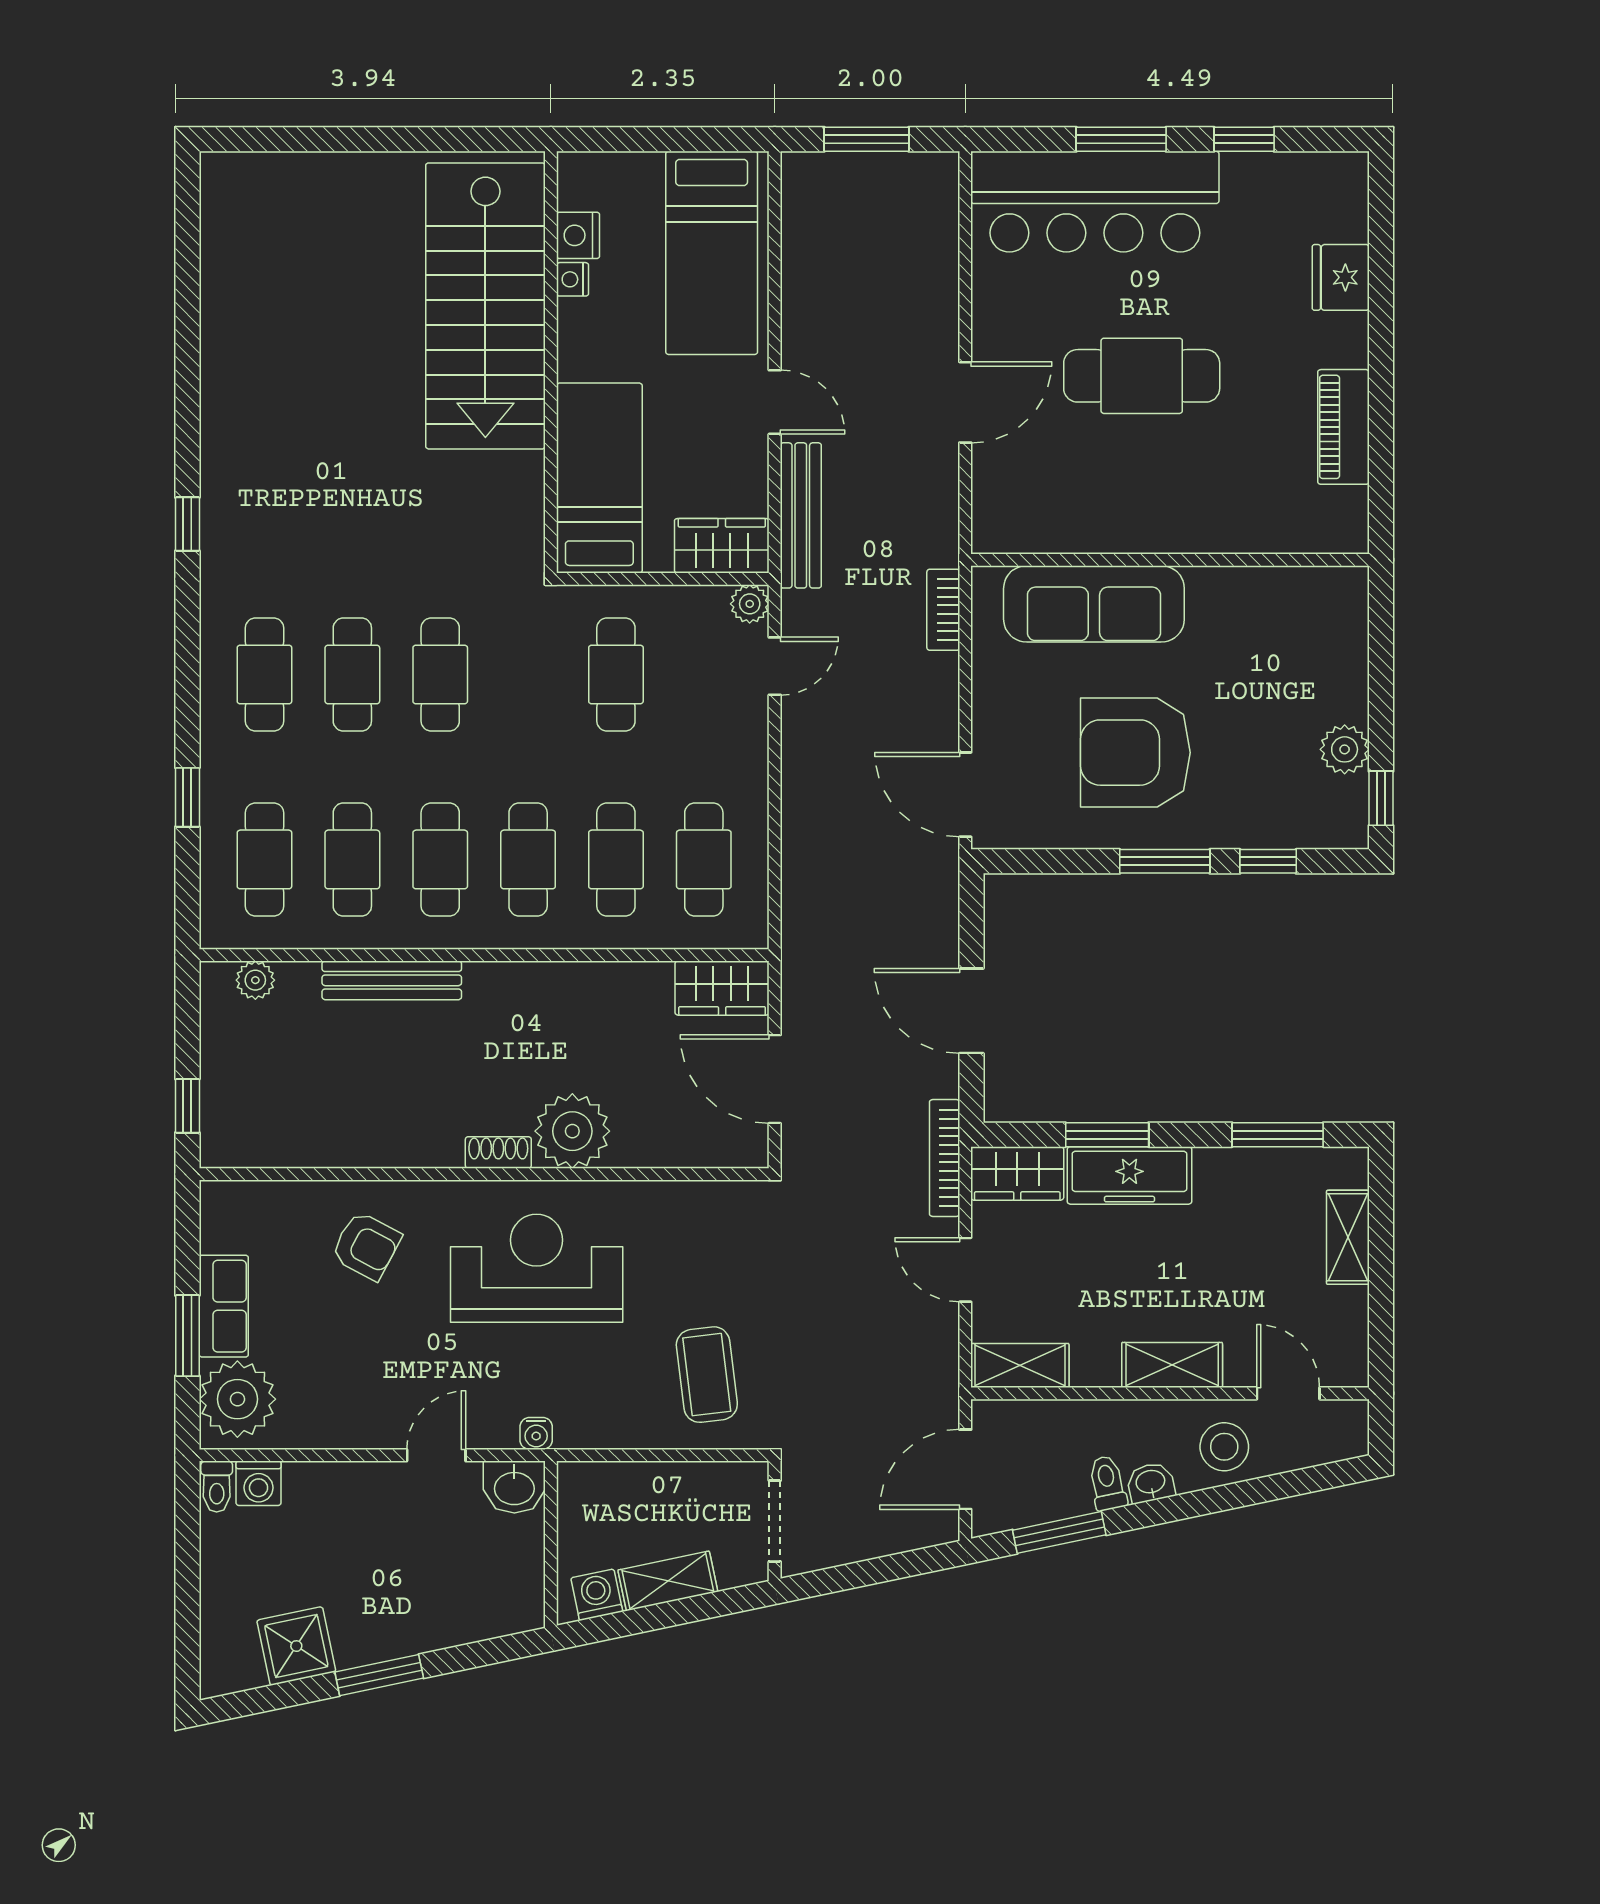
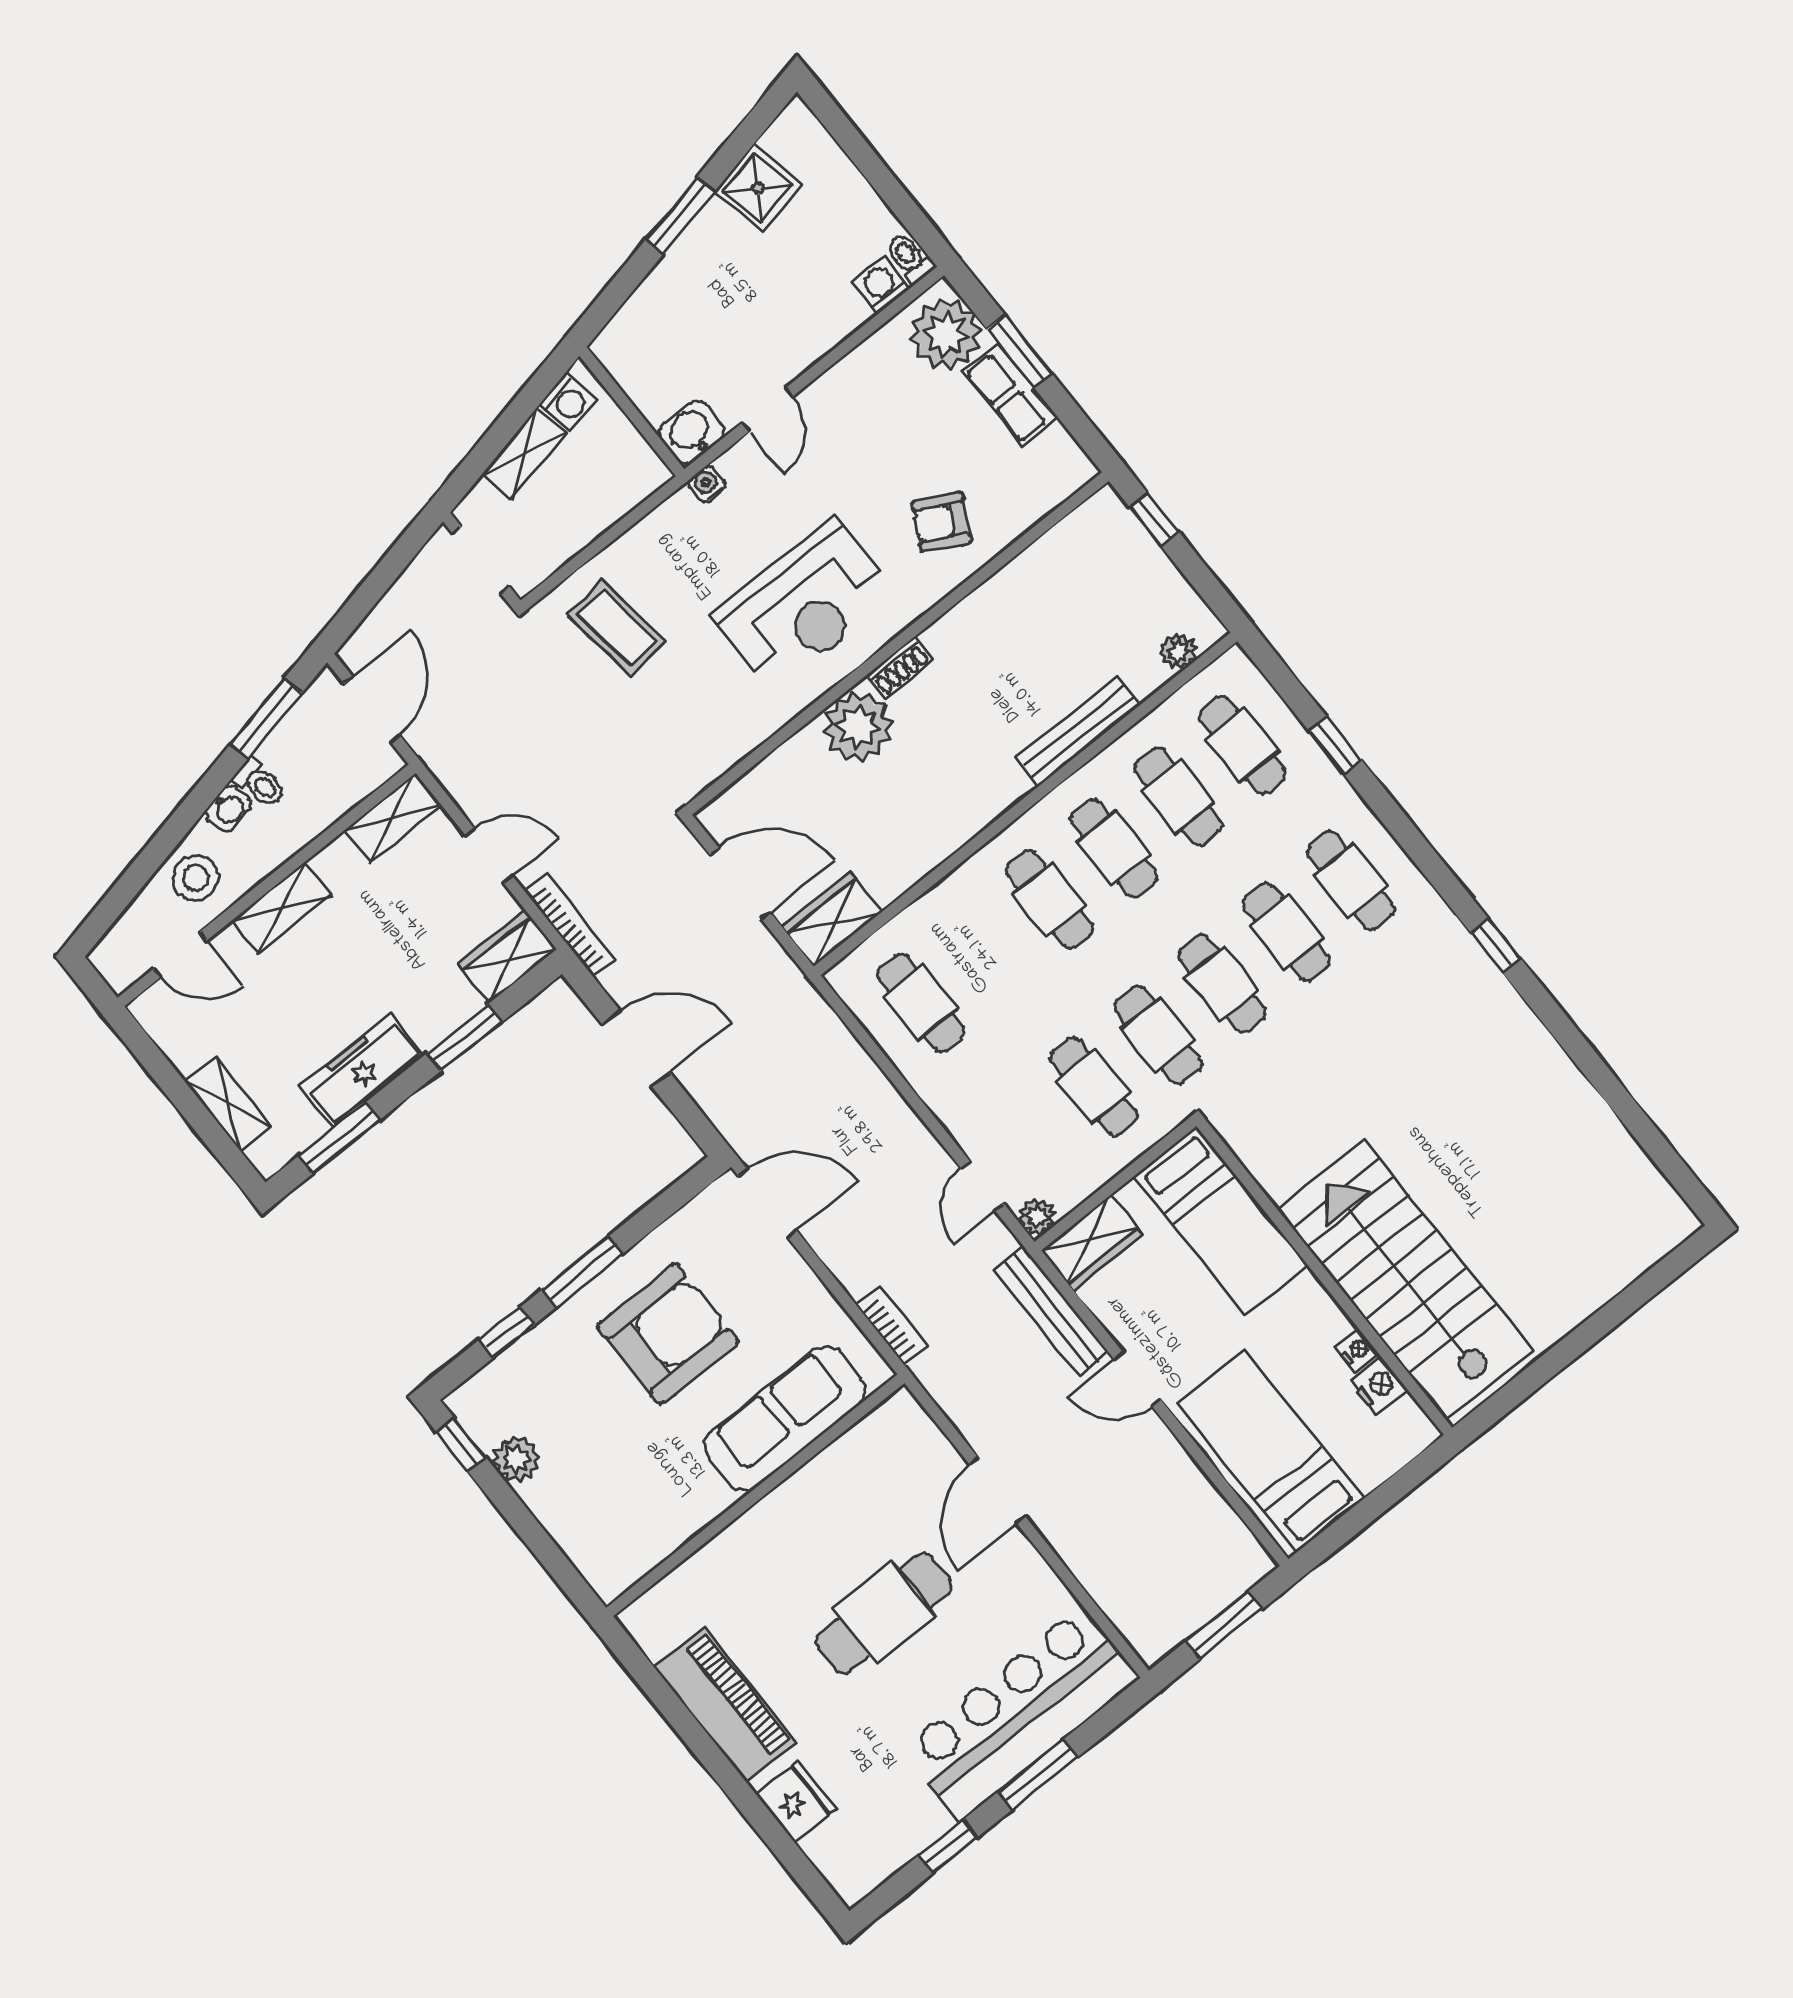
piano: (1343, 427) -> (725, 1705), width x1.37, depth x1.33
cafe table: (616, 859) -> (1158, 1035), moved
freezer: (1129, 1175) -> (362, 1071), moved

